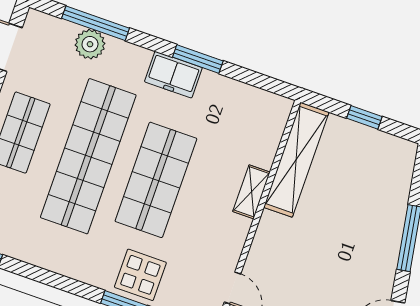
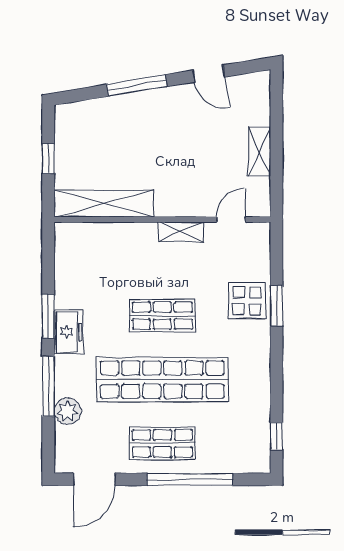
window: (96, 23) -> (48, 386), moved
shop shelf: (156, 180) -> (162, 316), width x0.70, depth x0.74
shelving: (251, 192) -> (181, 232), moved

